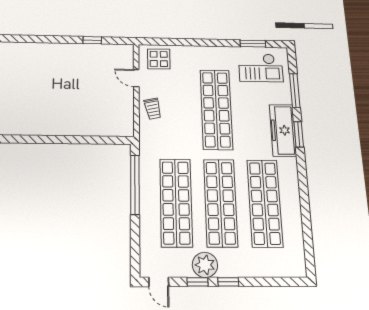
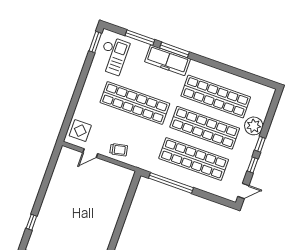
window: (92, 40) -> (31, 222), moved
window: (253, 44) -> (95, 42), moved
window: (299, 134) -> (175, 50), width x1.44
plant: (205, 265) -> (254, 126), moved

